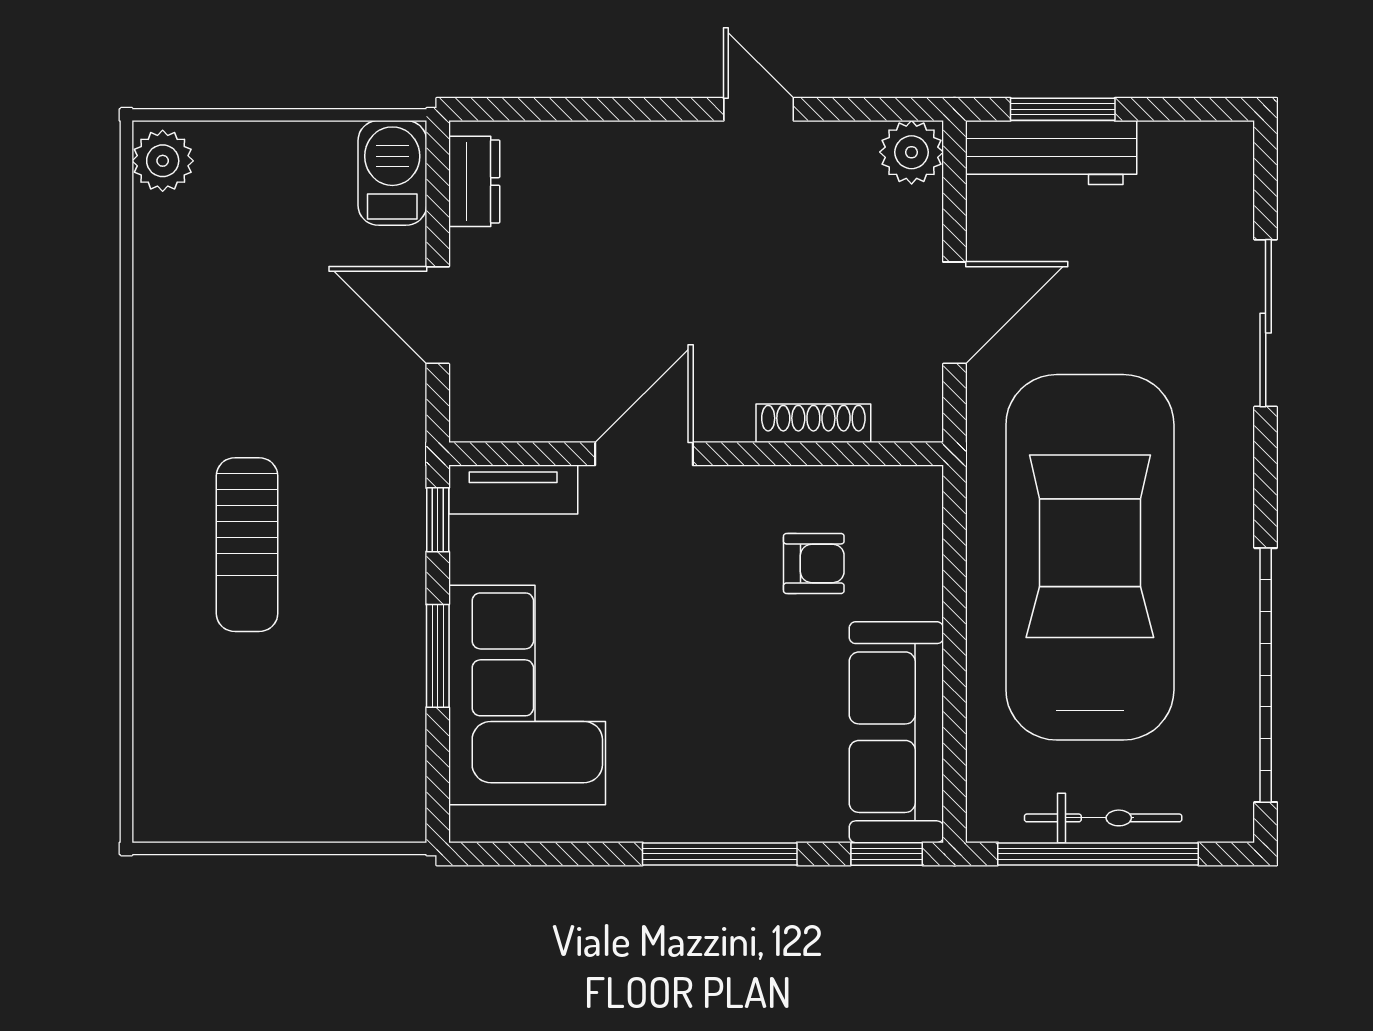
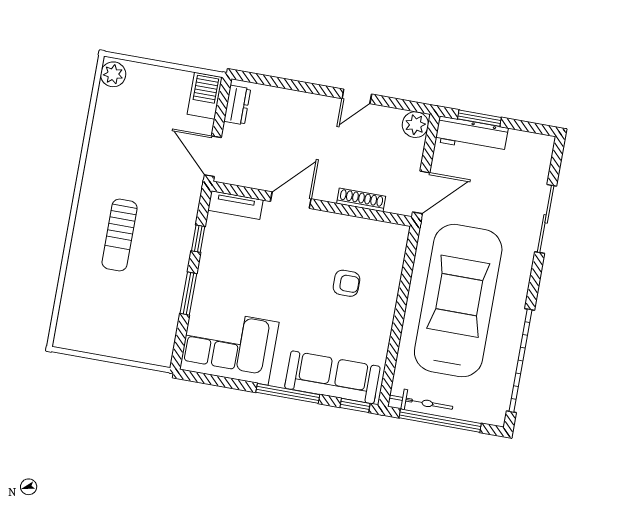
door: (759, 109) -> (357, 96), swing flipped
shoe rack: (813, 423) -> (361, 200), moved
door: (644, 454) -> (291, 200), moved
wall: (696, 454) -> (312, 204), moved
tv unit: (513, 490) -> (235, 205), moved
corner sofa: (527, 695) -> (229, 346), moved, turned -90
sofa: (896, 732) -> (332, 377), moved, turned 90
bicycle: (1103, 818) -> (421, 402), moved

